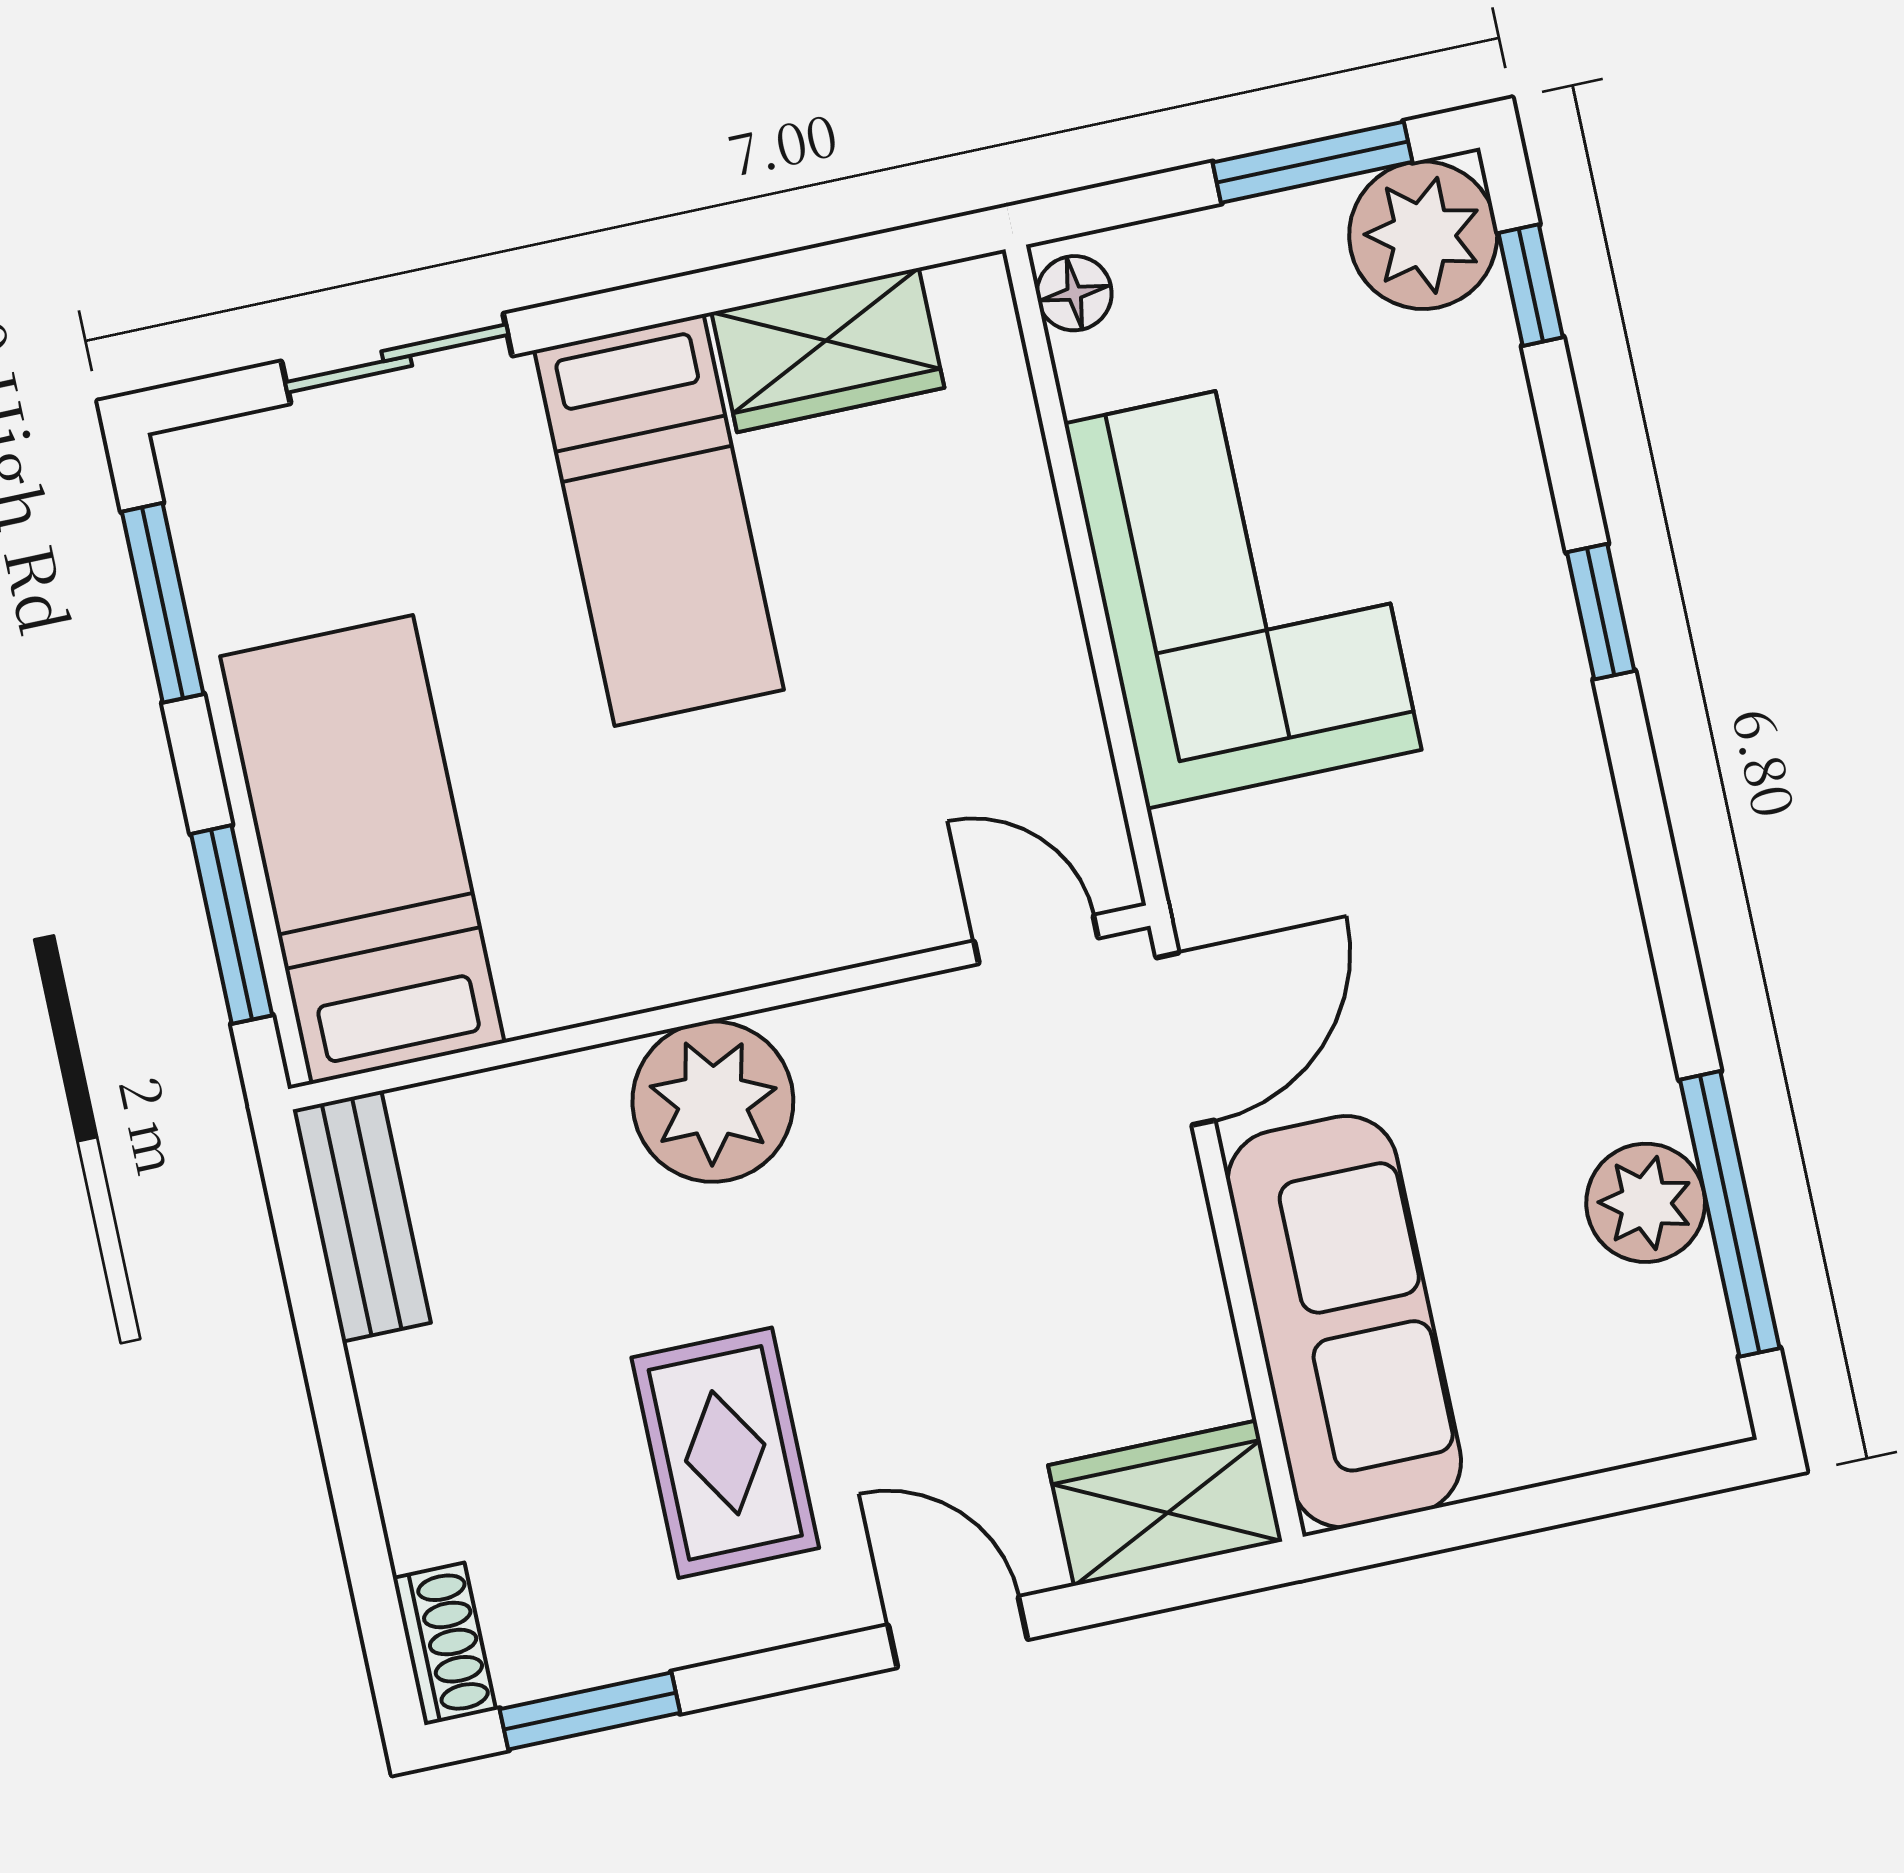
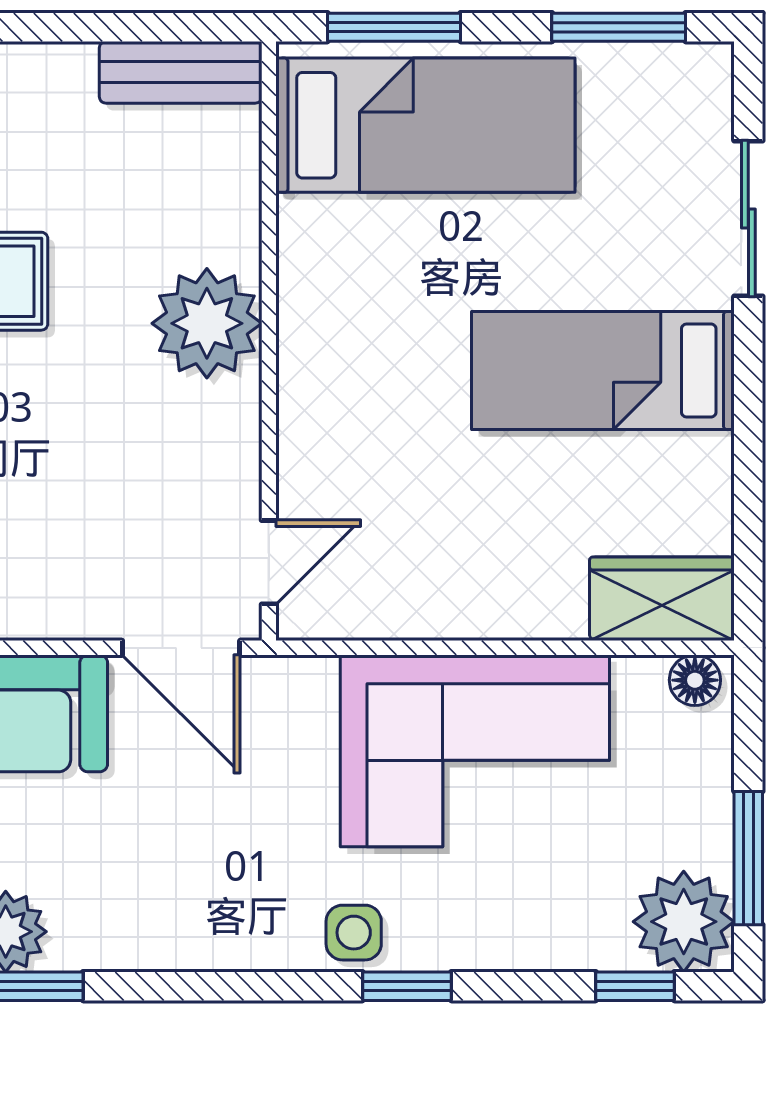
wardrobe: (828, 350) -> (662, 599), moved, turned 90
side table: (1540, 704) -> (354, 933), added

